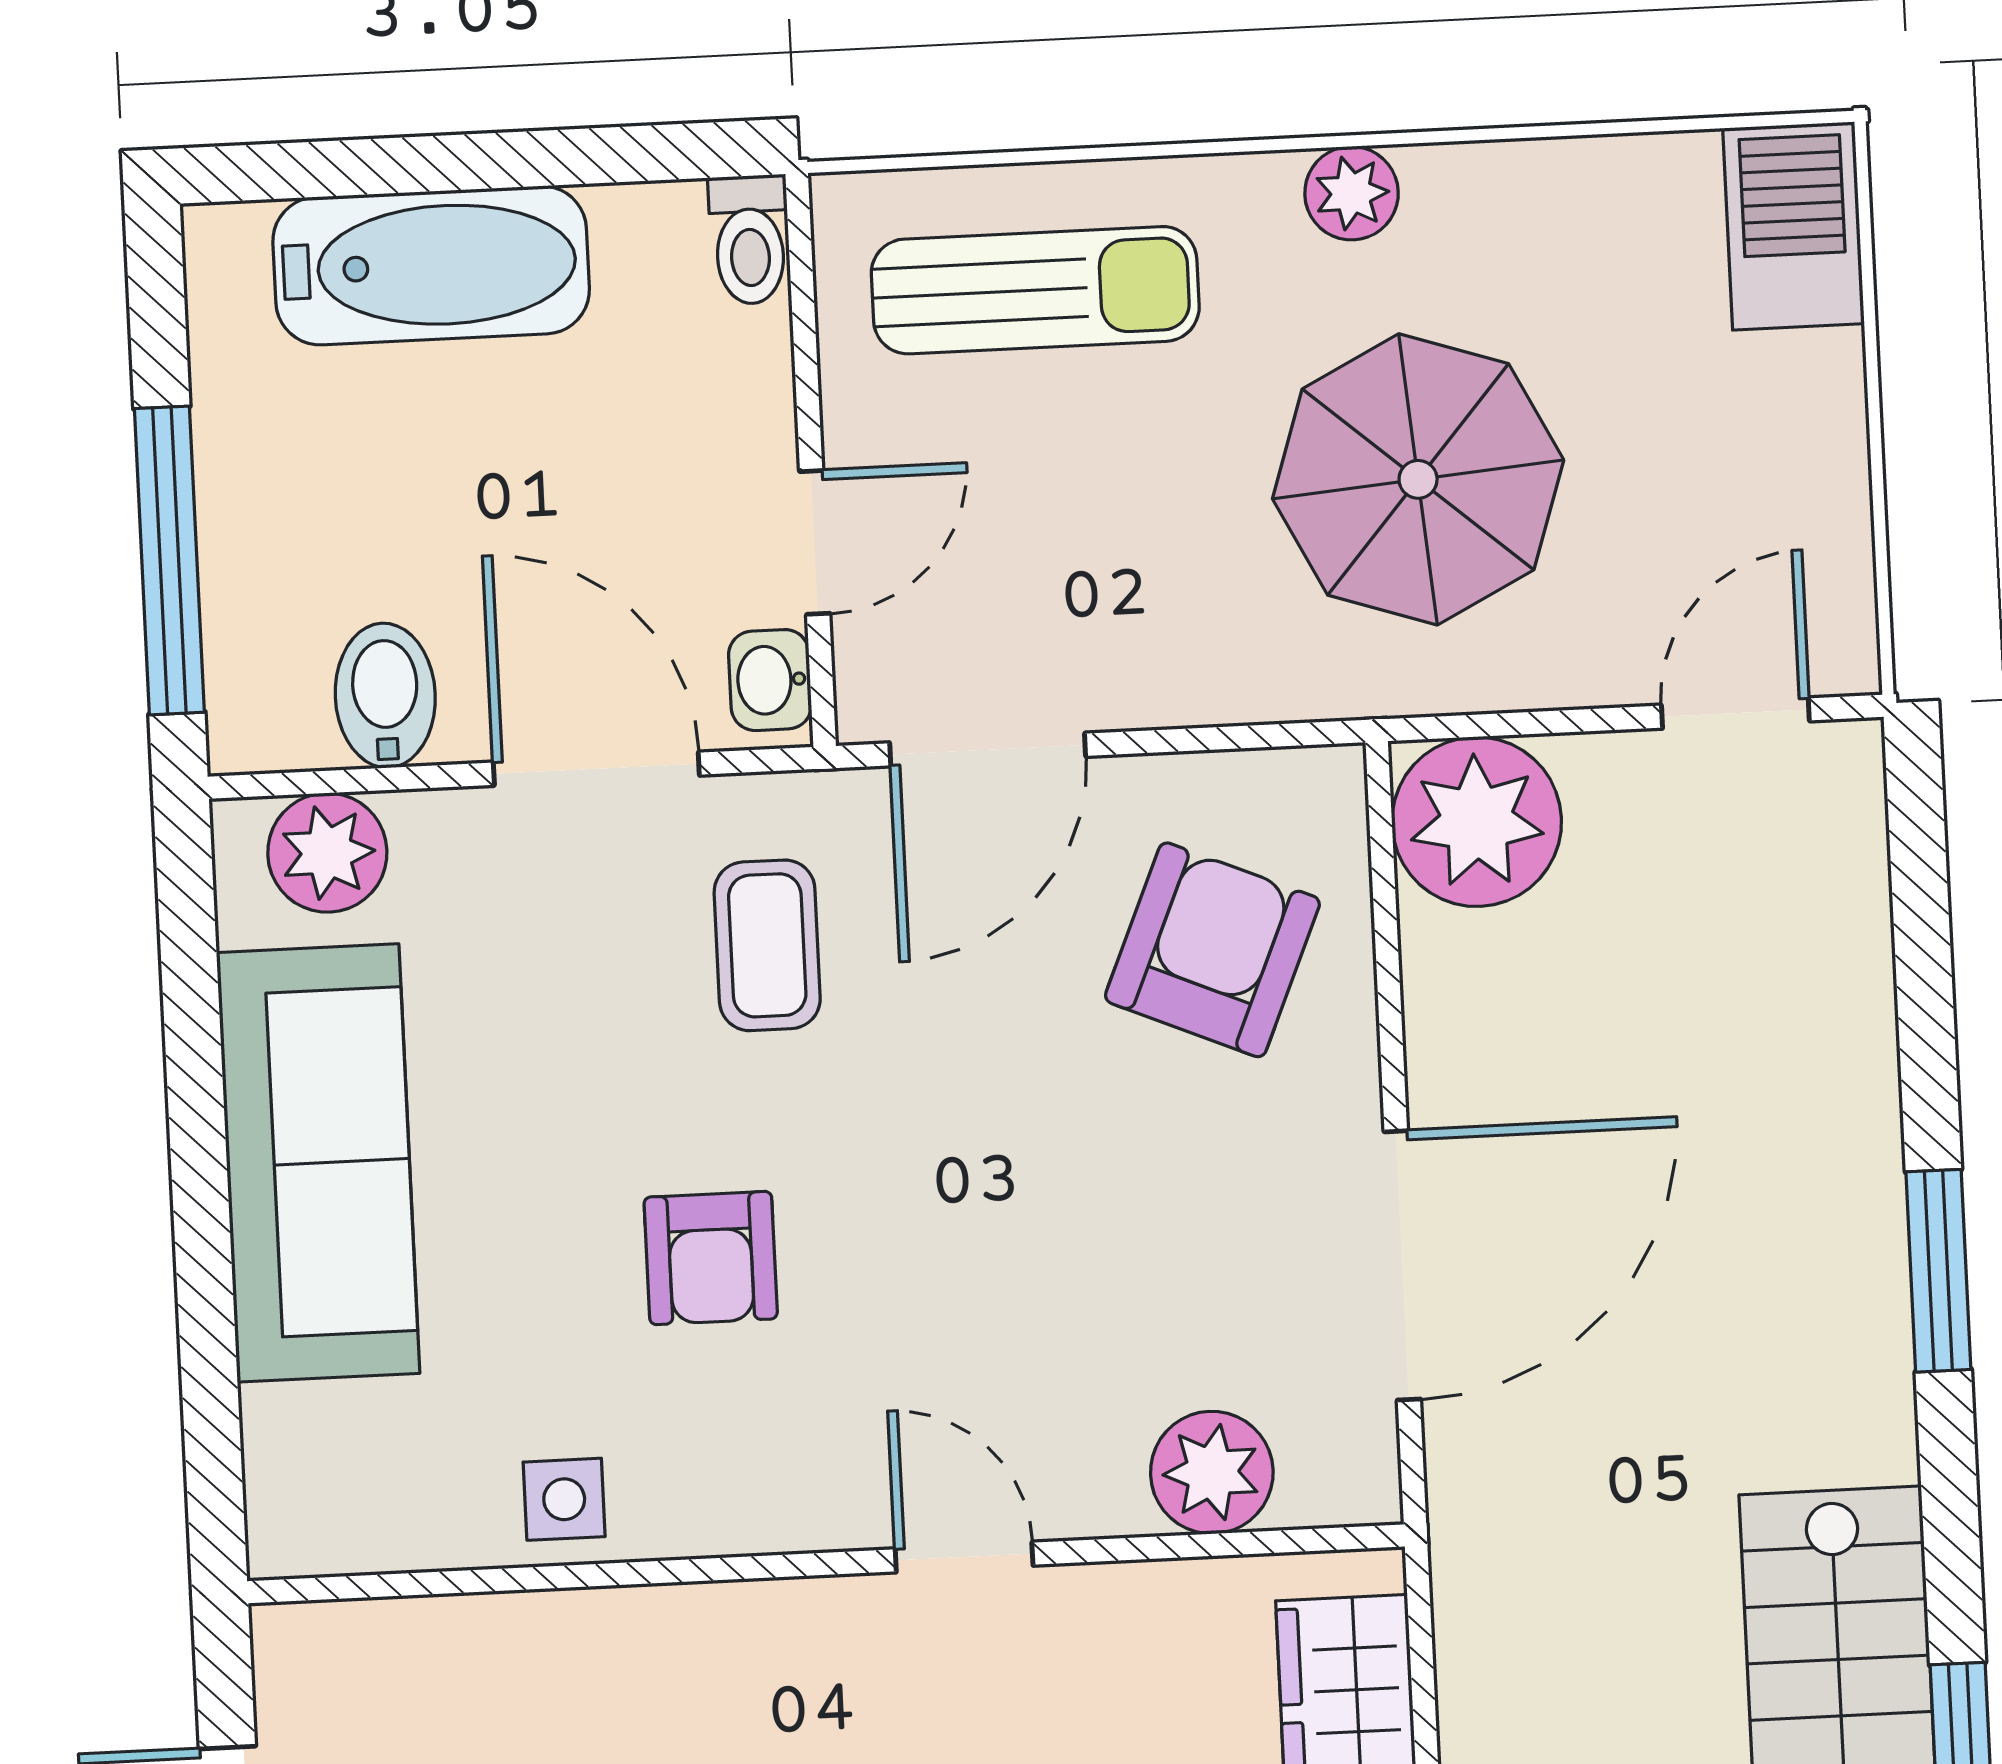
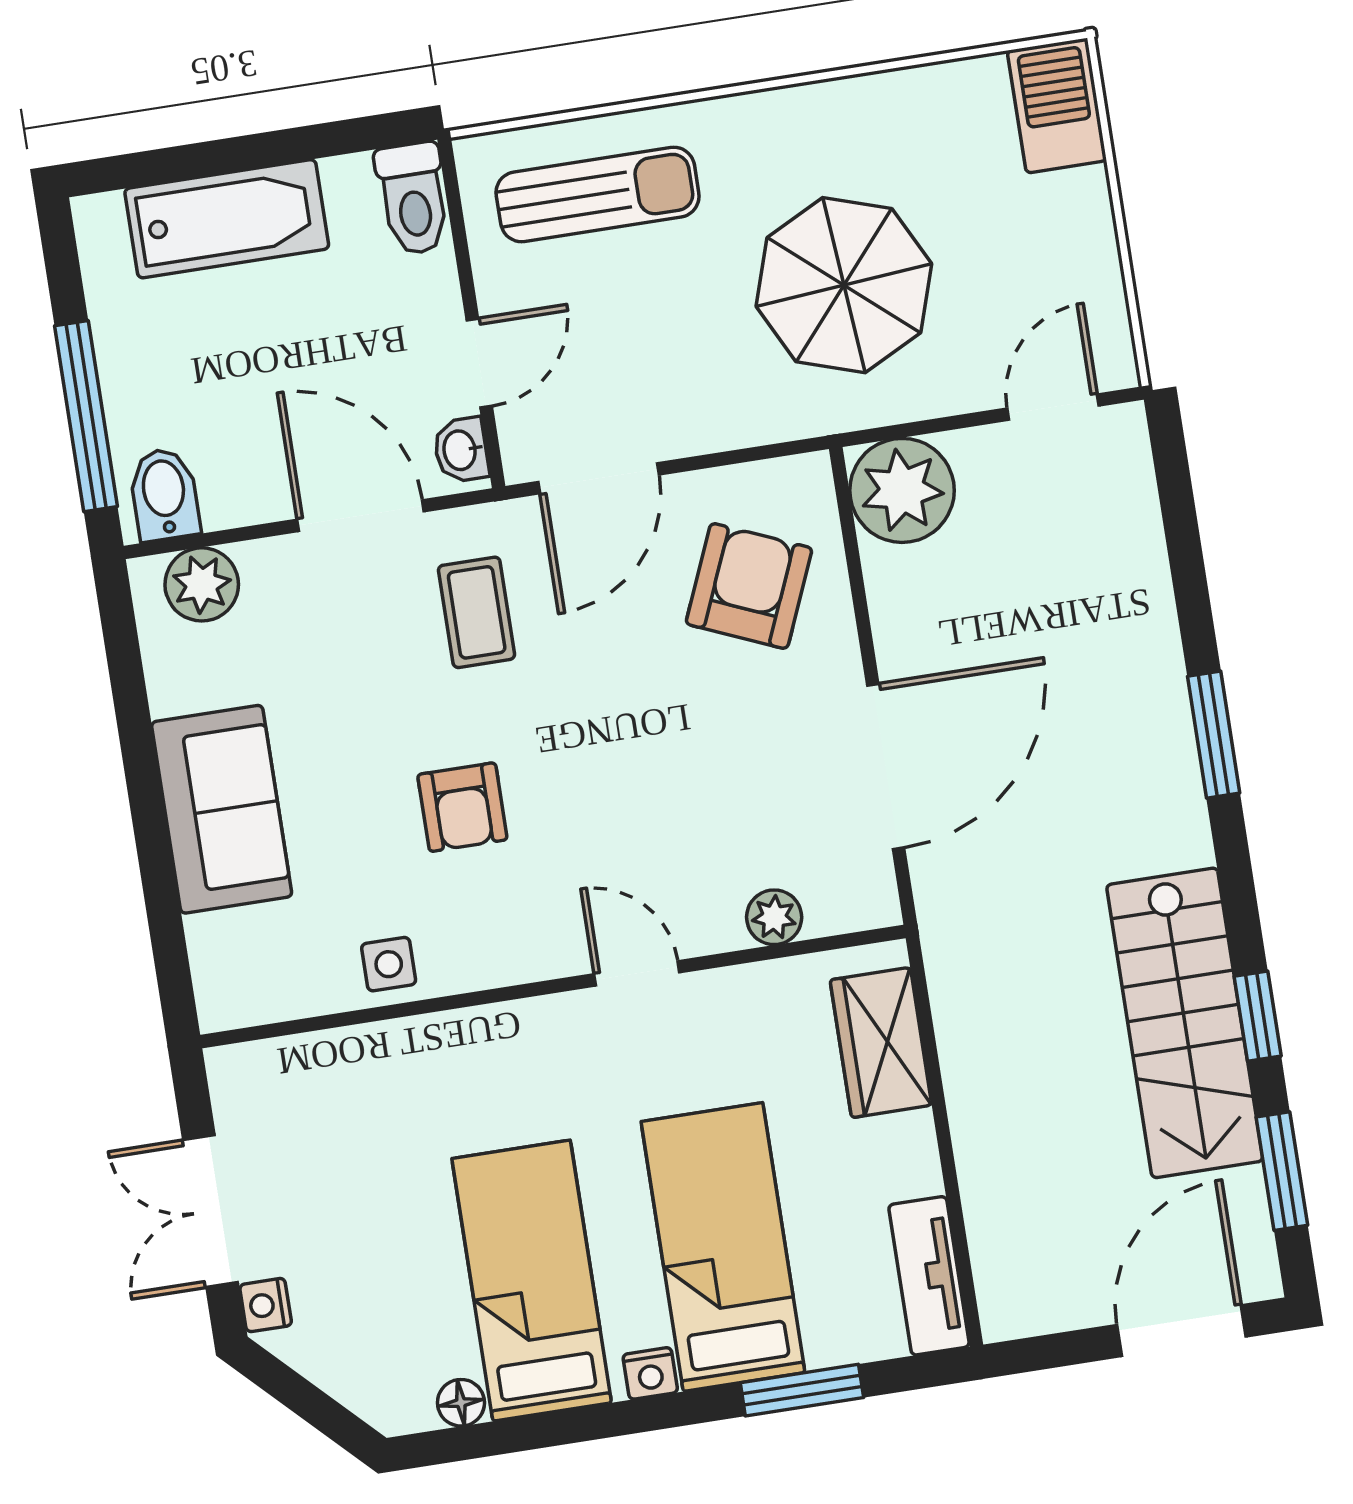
plant: (1352, 193) -> (785, 114), removed
toilet: (750, 240) -> (413, 199), width x1.37, depth x1.39
bidet: (385, 696) -> (164, 494), moved
sofa: (318, 1163) -> (222, 809), width x0.73
plant: (1212, 1473) -> (774, 917), width x0.73, depth x0.73

